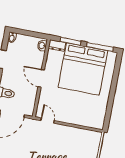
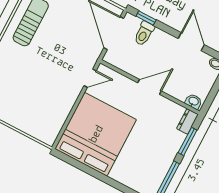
bed: (83, 69) -> (96, 134), moved, turned 90

